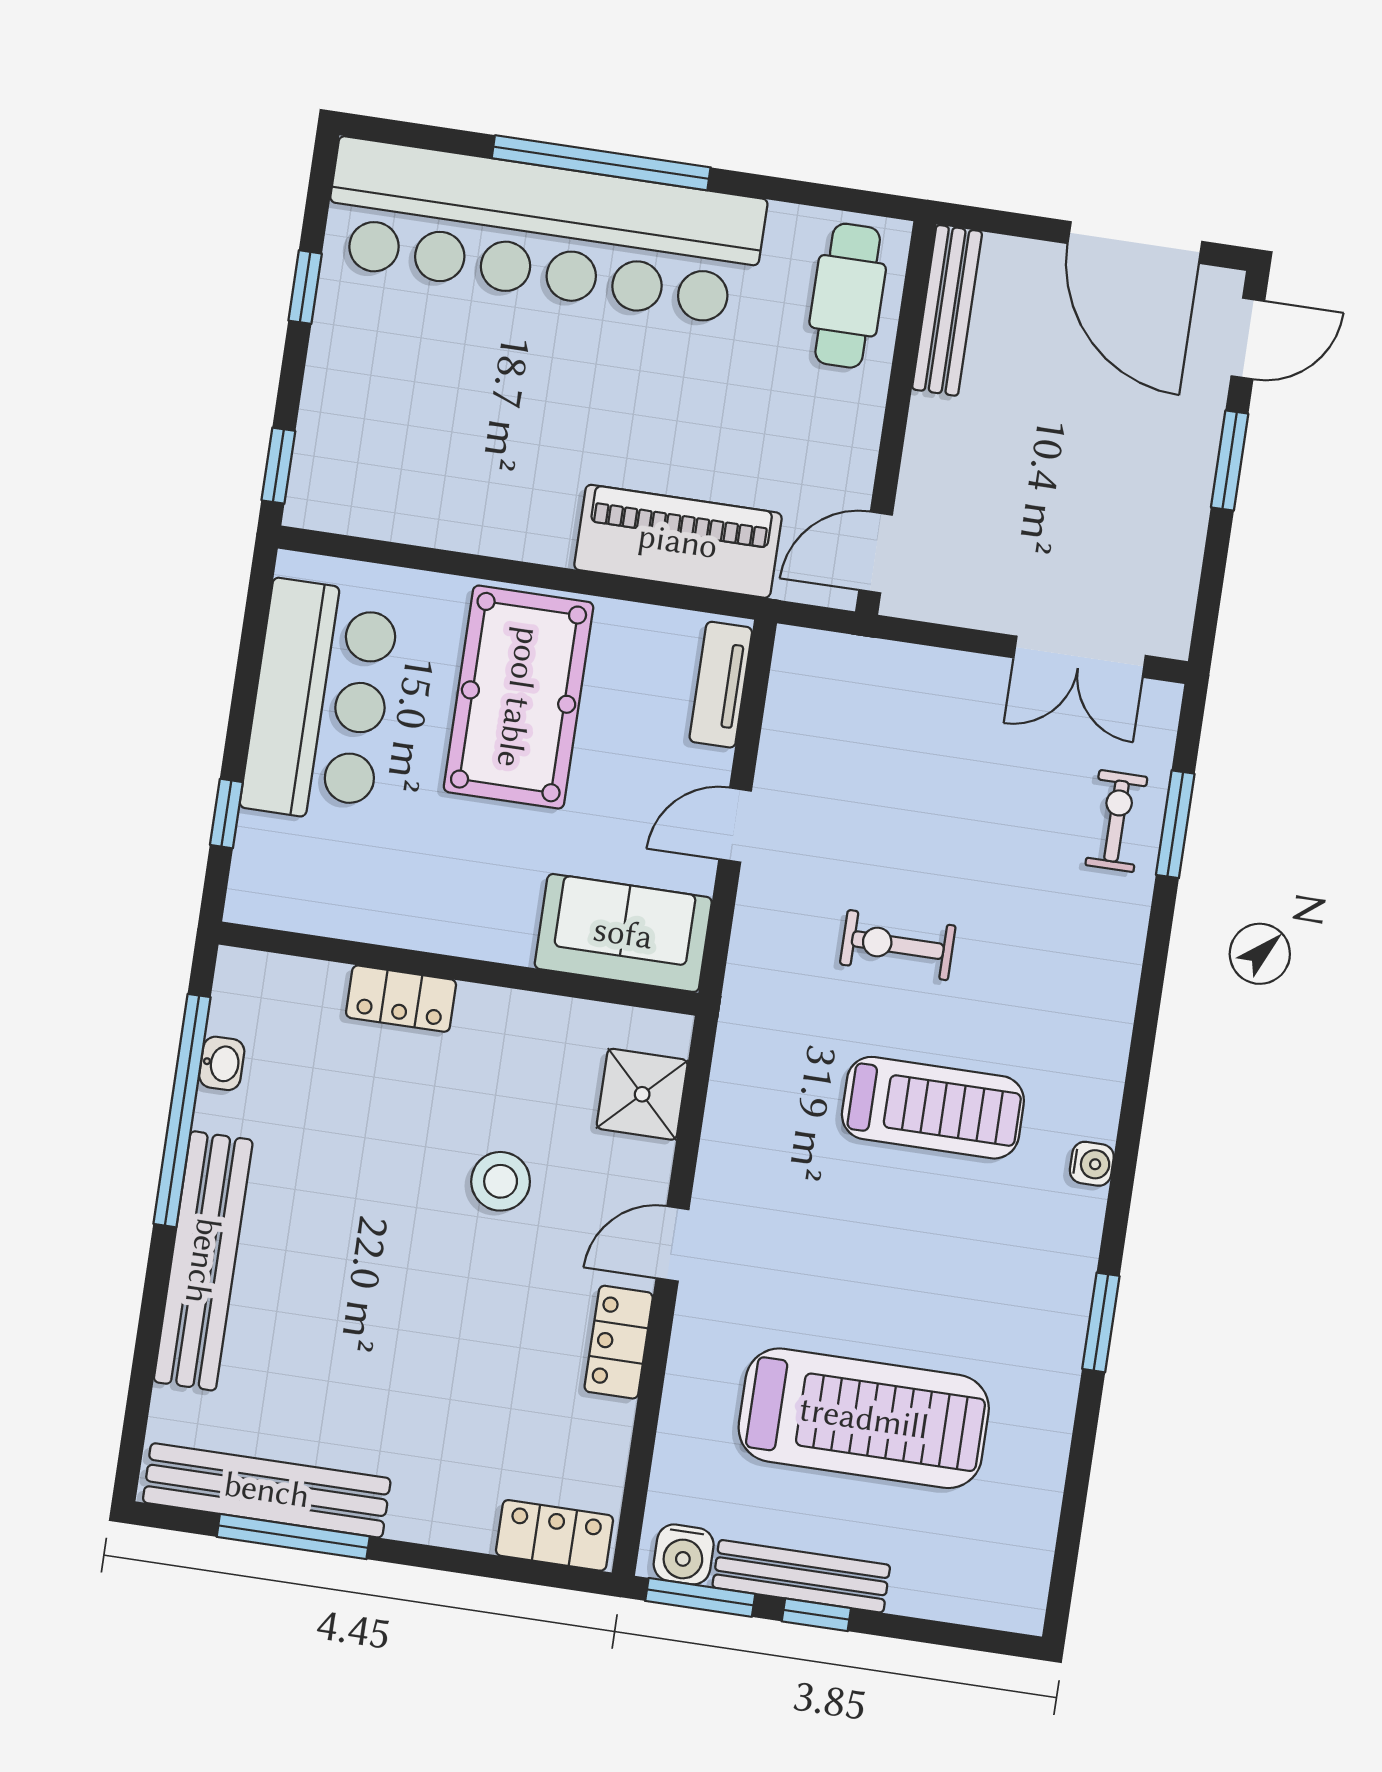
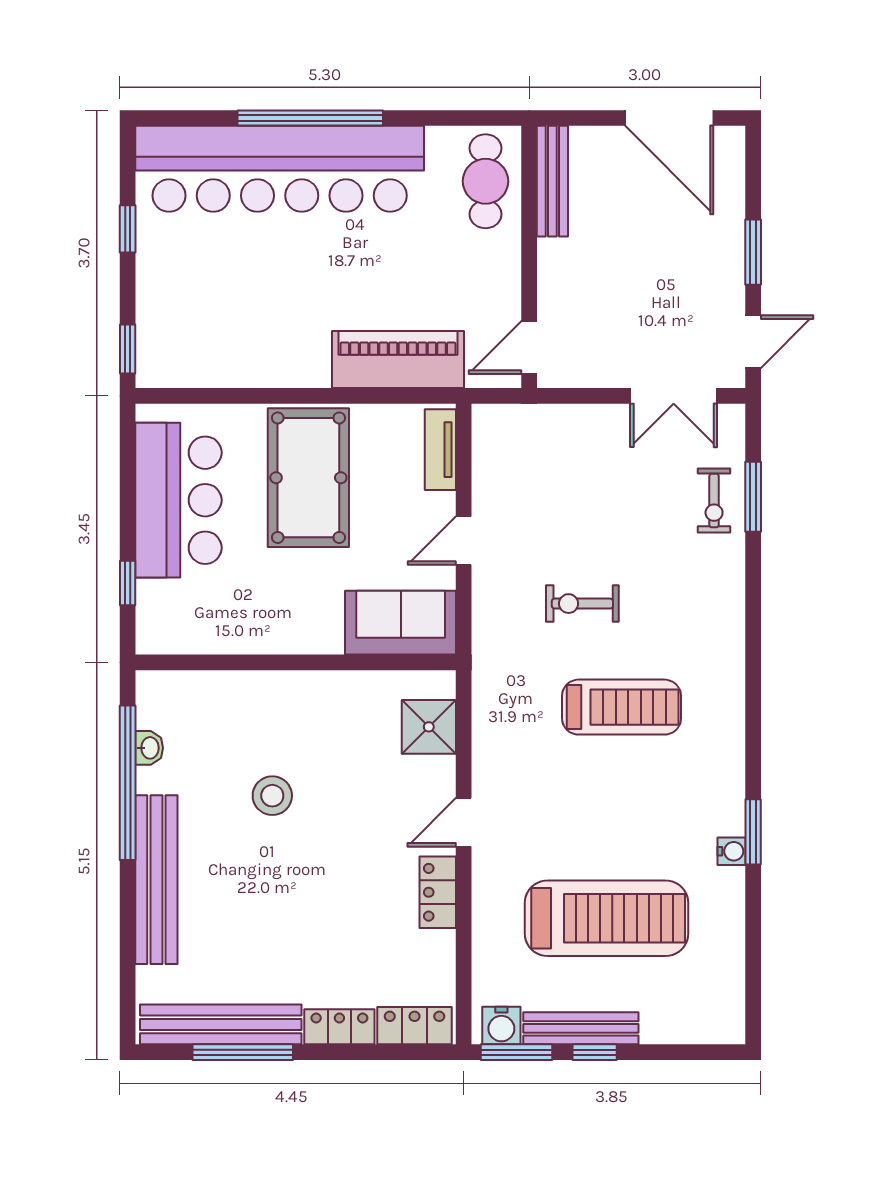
door: (1248, 339) -> (753, 342), moved
exercise bike: (1116, 821) -> (714, 500), turned 180
locker: (401, 999) -> (339, 1027), moved, turned 180
water cooler: (1092, 1164) -> (732, 851), moved
stool: (501, 1181) -> (272, 796), moved

